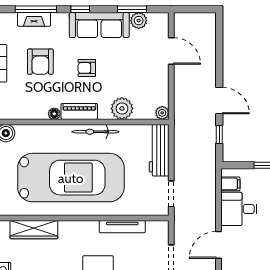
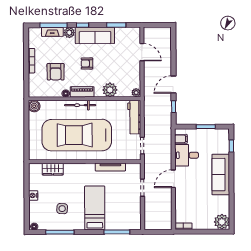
plant: (139, 21) -> (69, 33), moved
armchair: (40, 62) -> (56, 72), moved
door: (219, 101) -> (173, 85), swing flipped
bicycle: (95, 132) -> (80, 105), moved
car: (71, 178) -> (77, 135), turned 180
wardrobe: (34, 230) -> (53, 169), width x0.67

